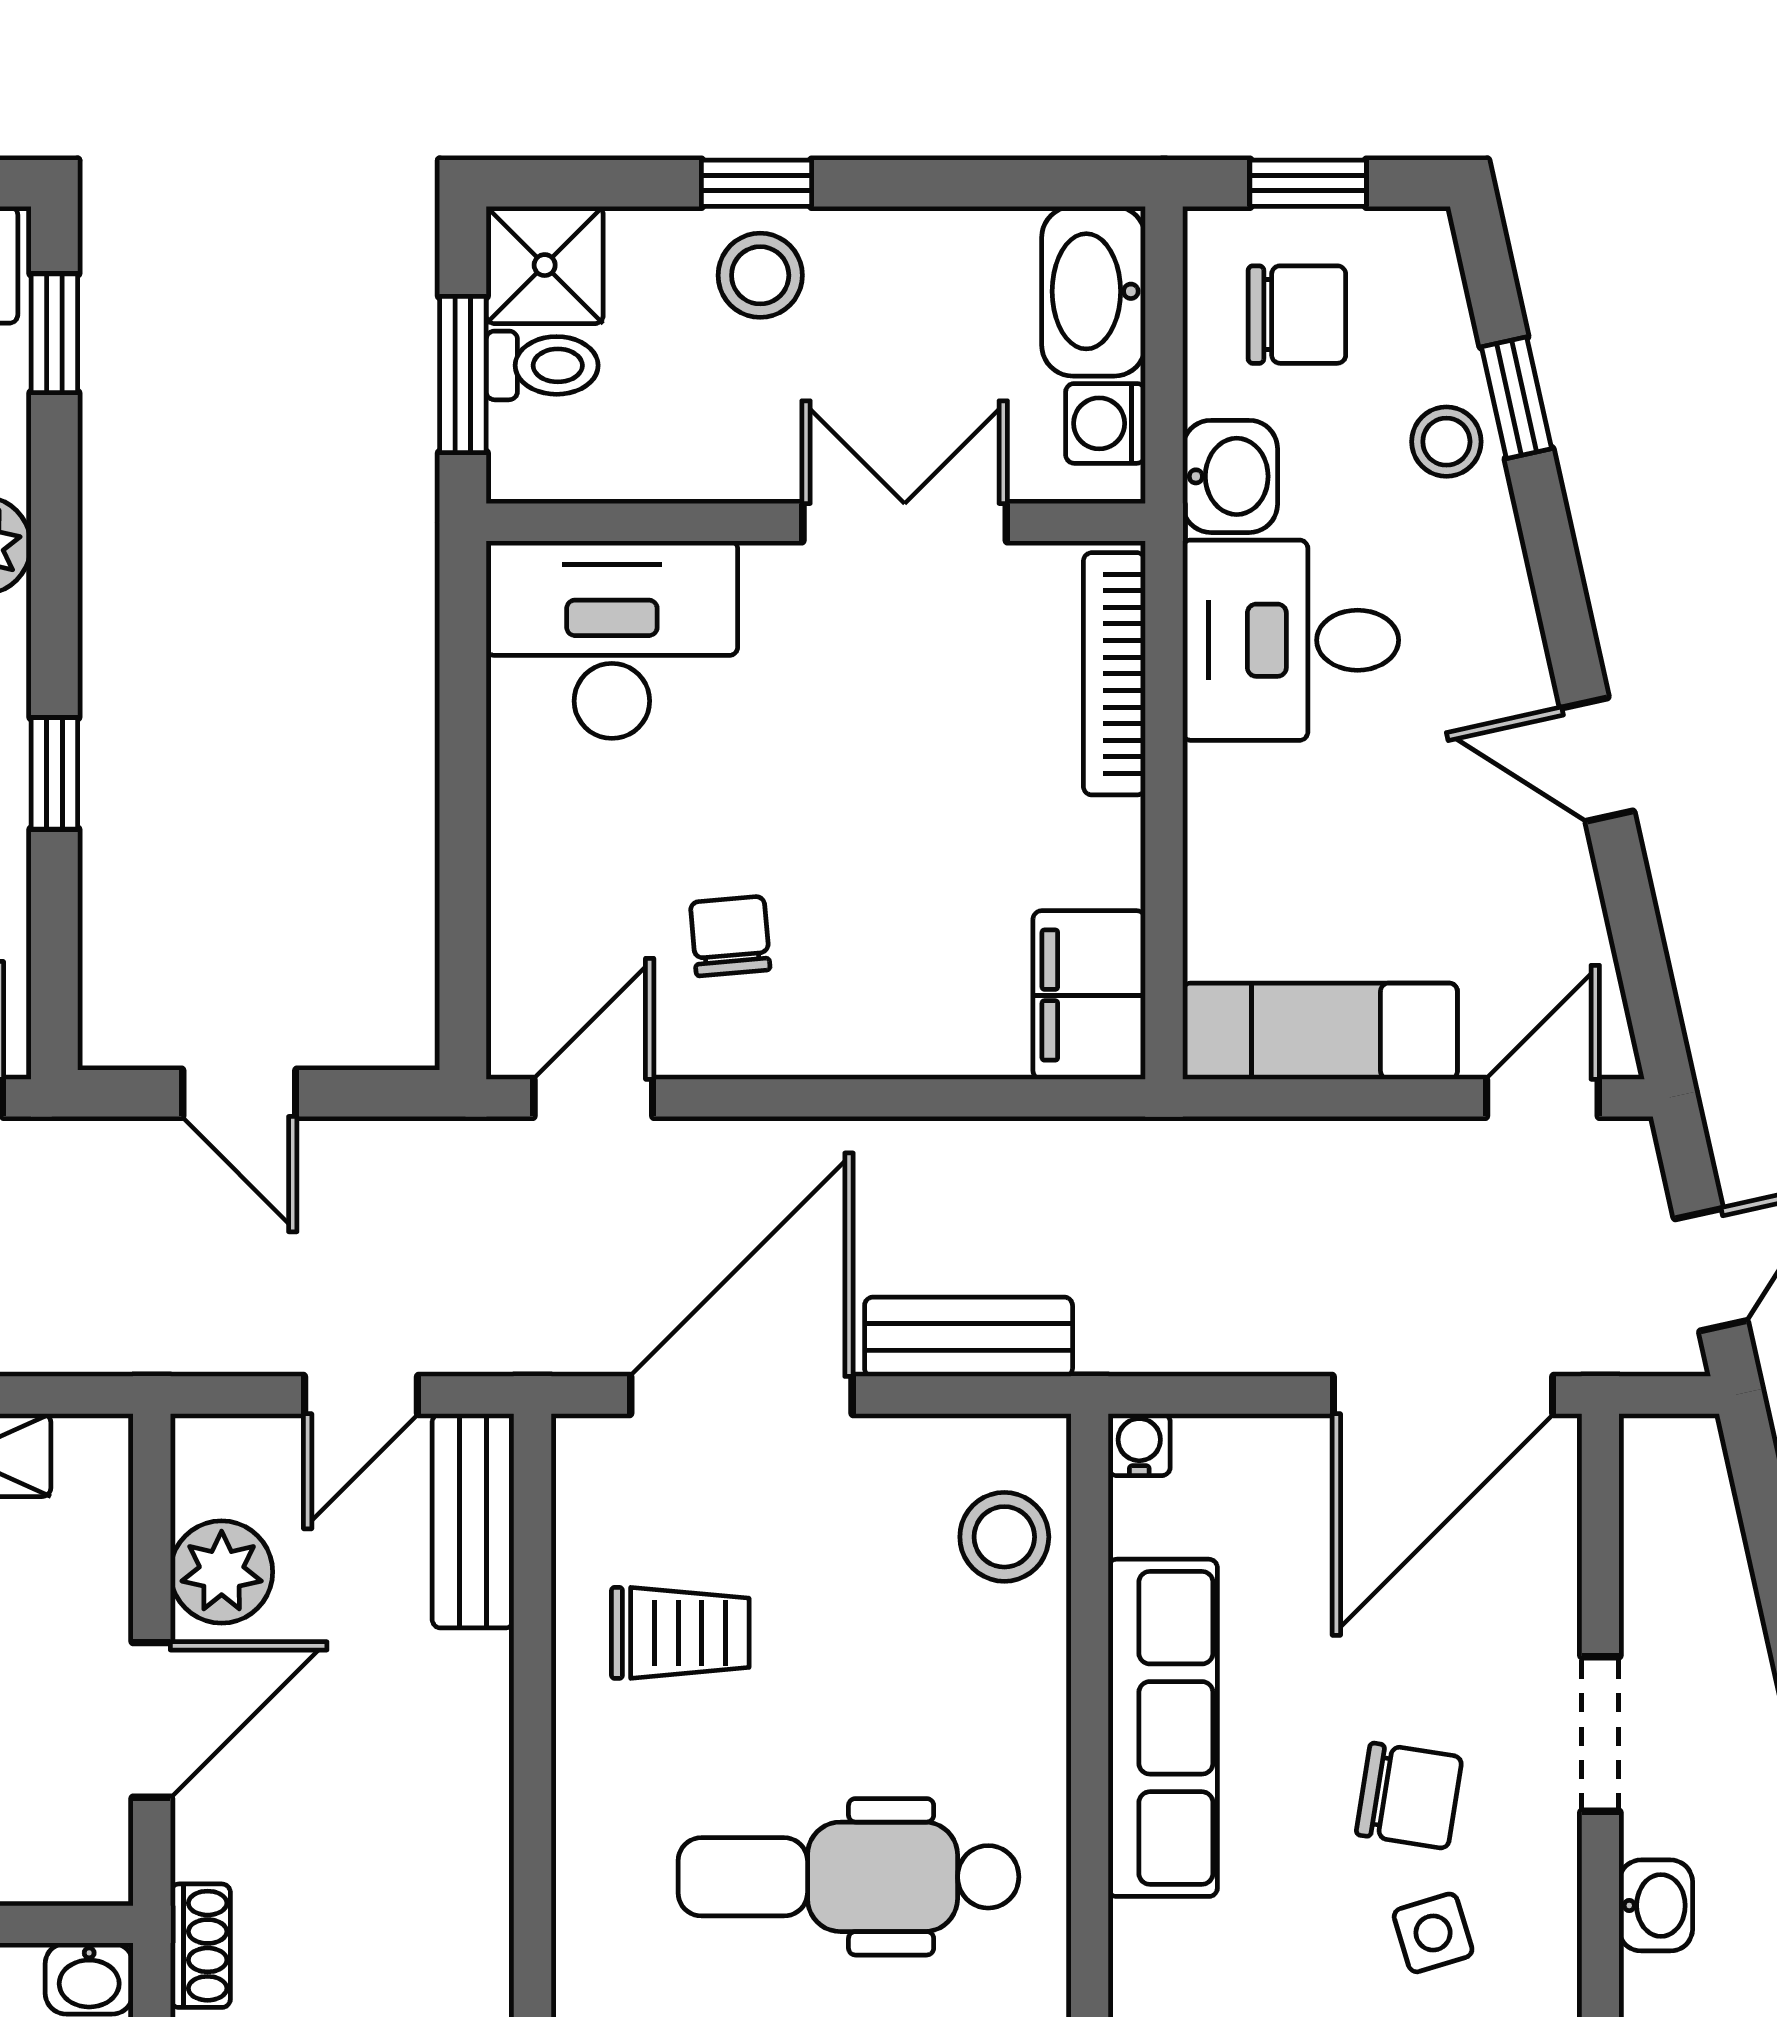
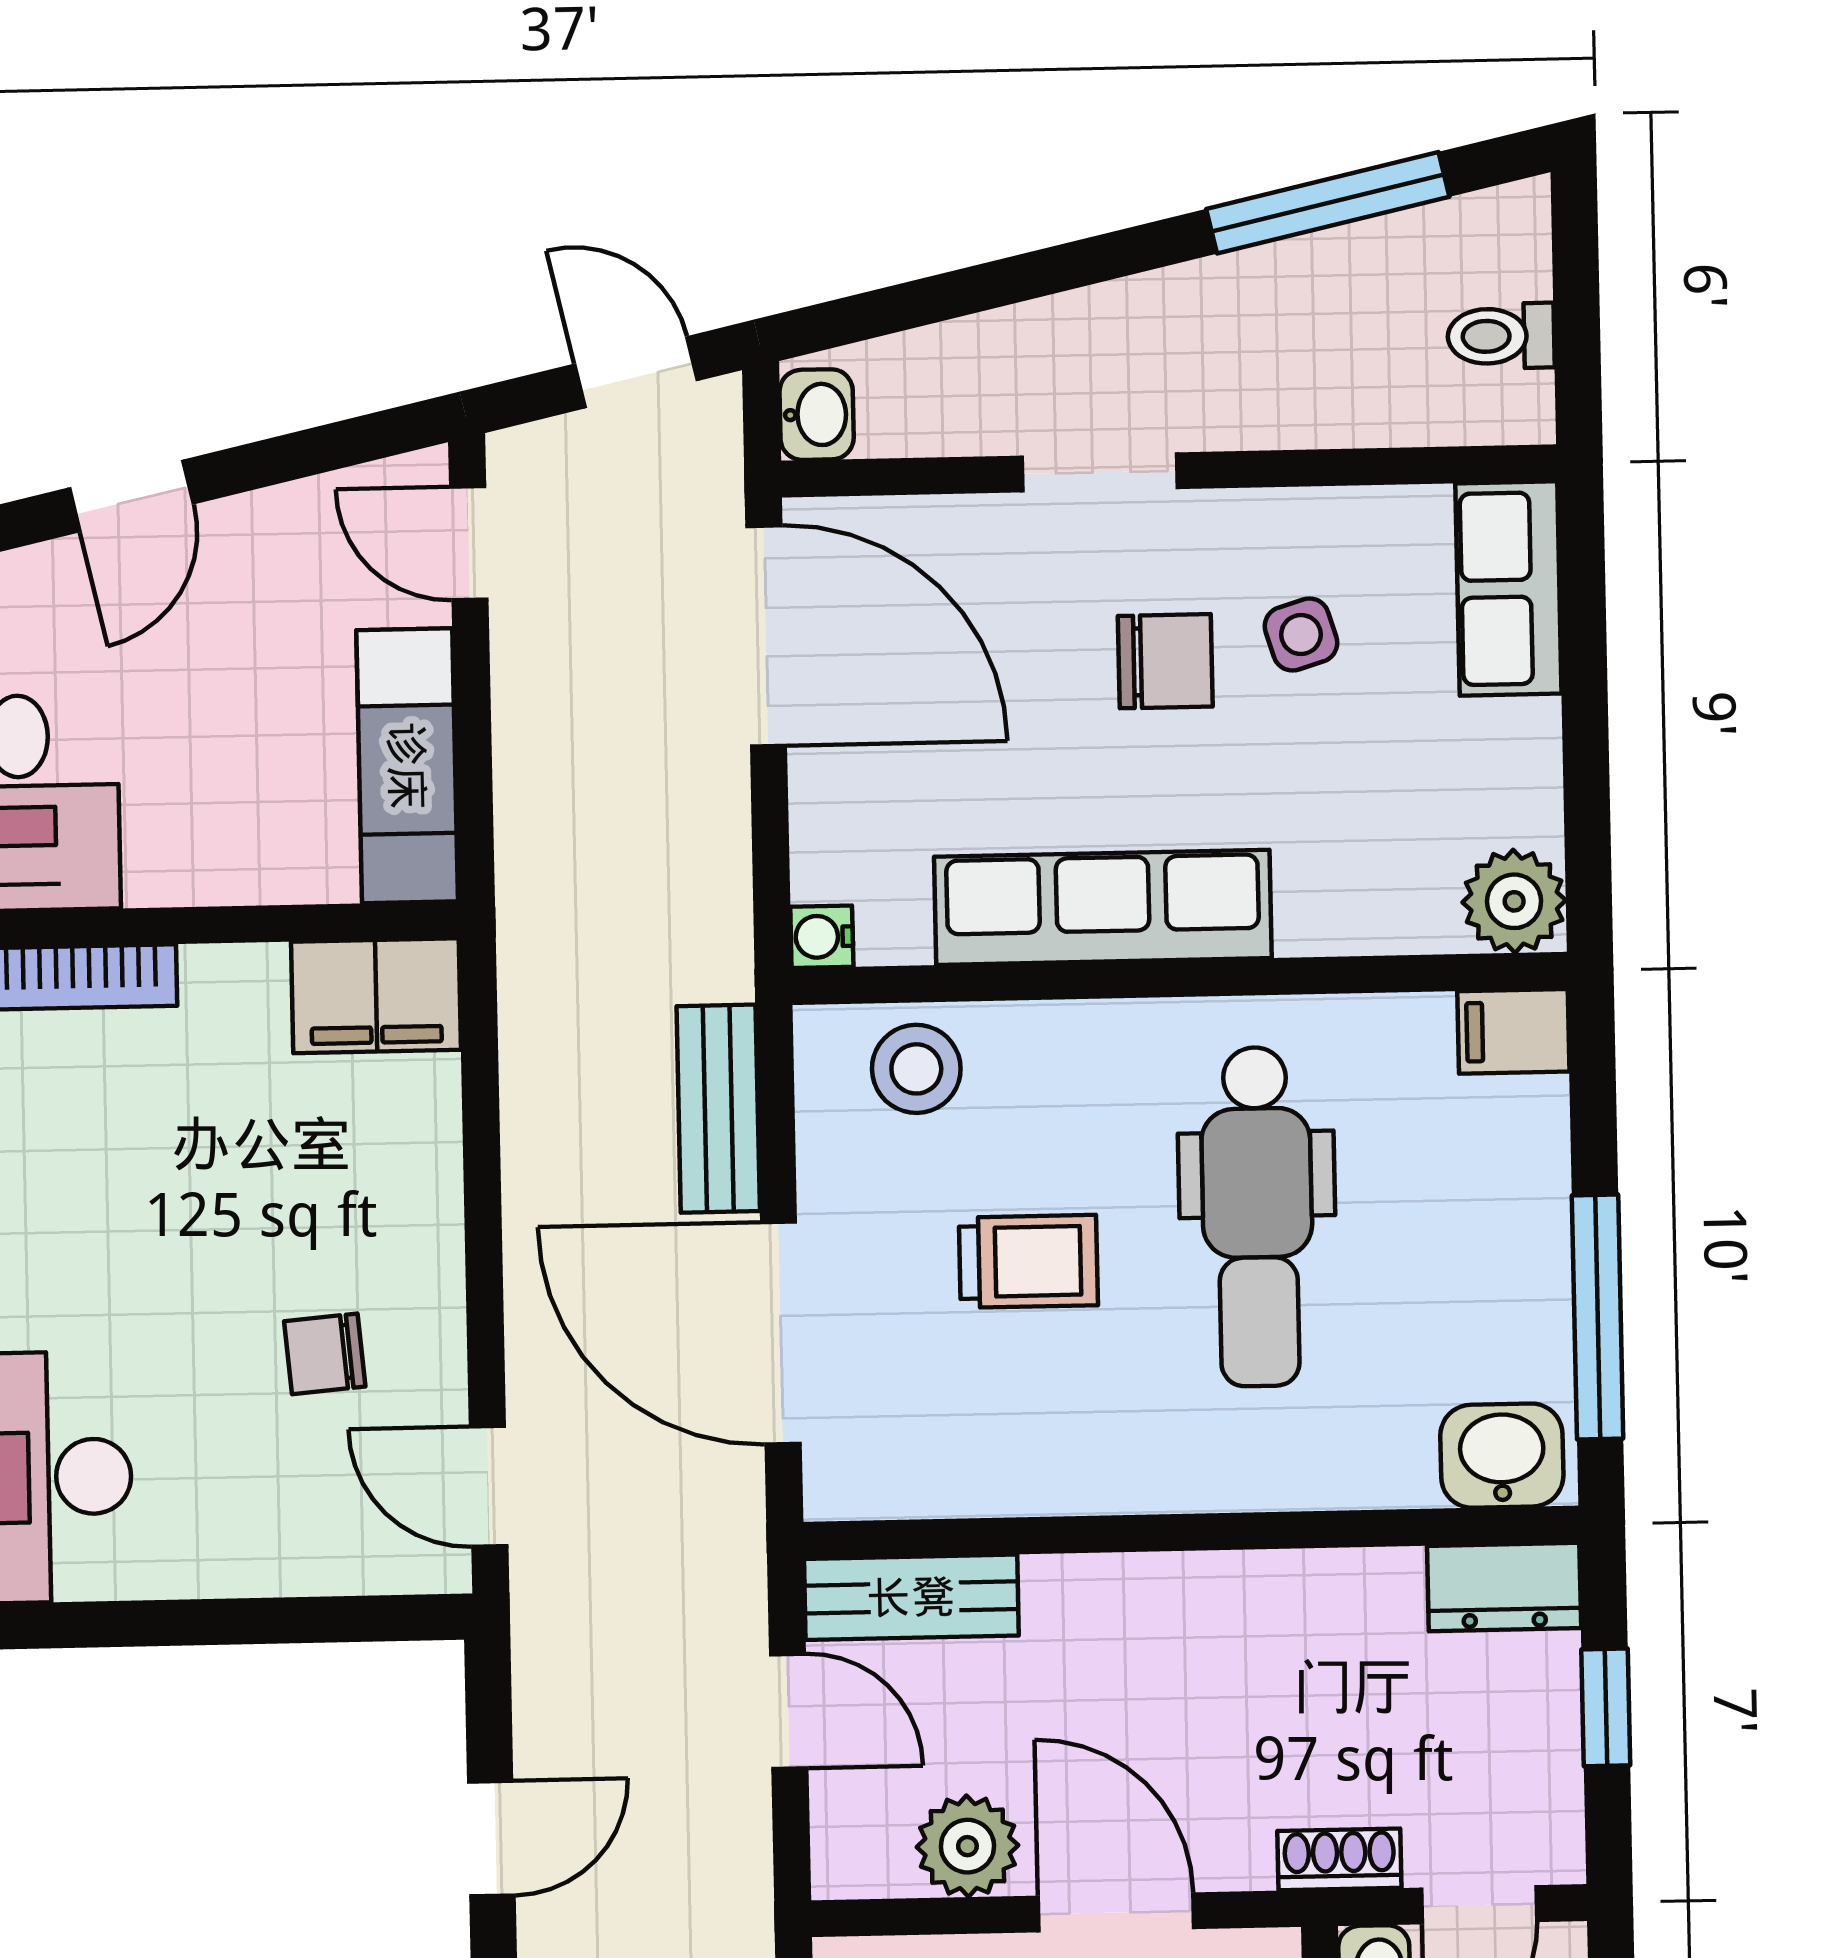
trolley: (680, 1633) -> (1028, 1261), moved, turned 90
chair: (1409, 1796) -> (1165, 661), turned 81
washbasin: (1656, 1905) -> (817, 415), moved, turned 90

